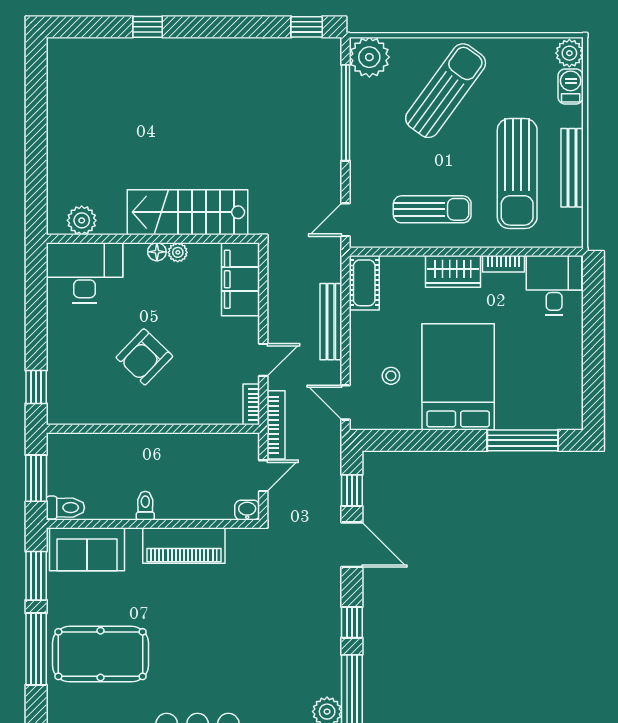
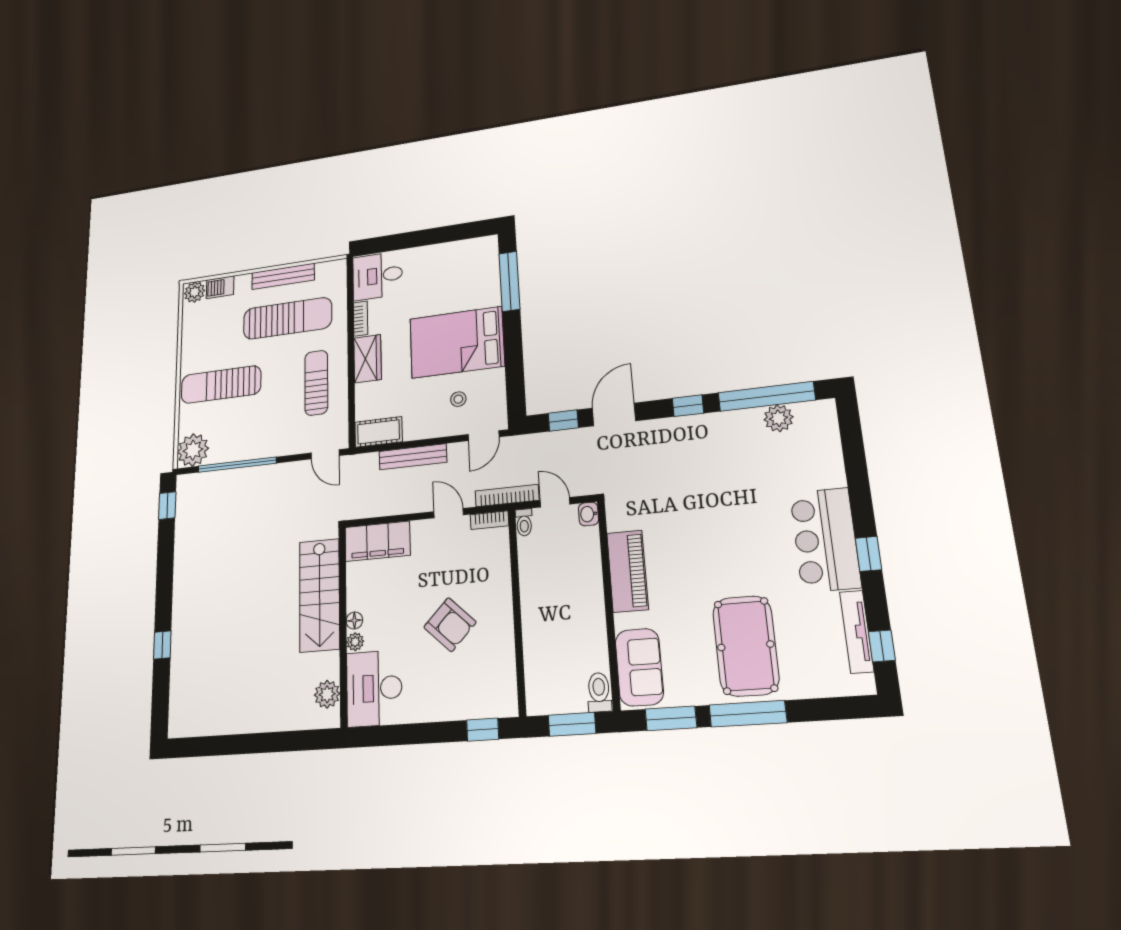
sun lounger: (446, 91) -> (221, 385), turned -36
plant: (178, 252) -> (355, 642), moved
toilet: (145, 506) -> (524, 522), moved, turned -90

